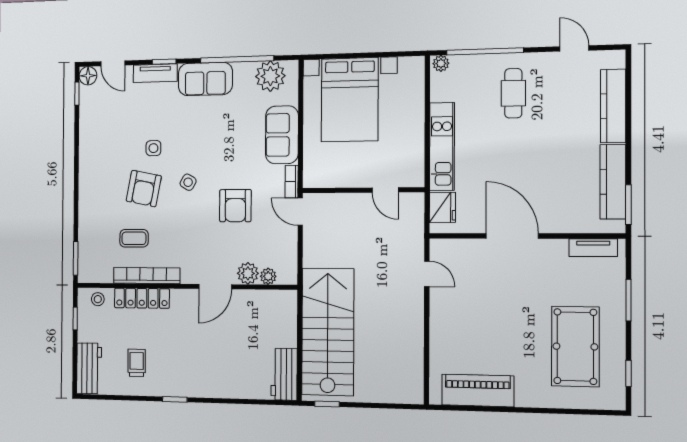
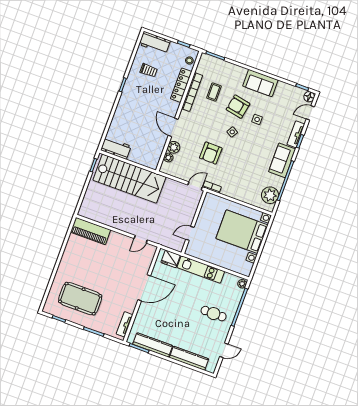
sofa: (282, 135) -> (260, 83), moved, turned 180
armchair: (235, 206) -> (211, 153), turned -89
piano: (478, 390) -> (91, 231), moved, turned 90

